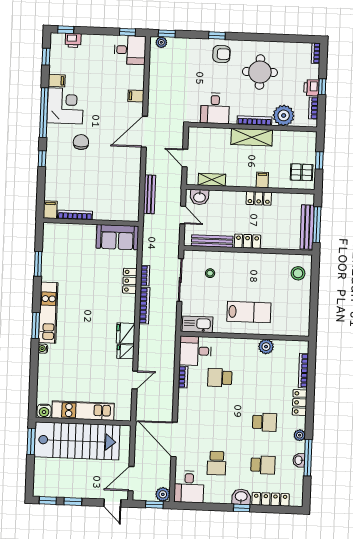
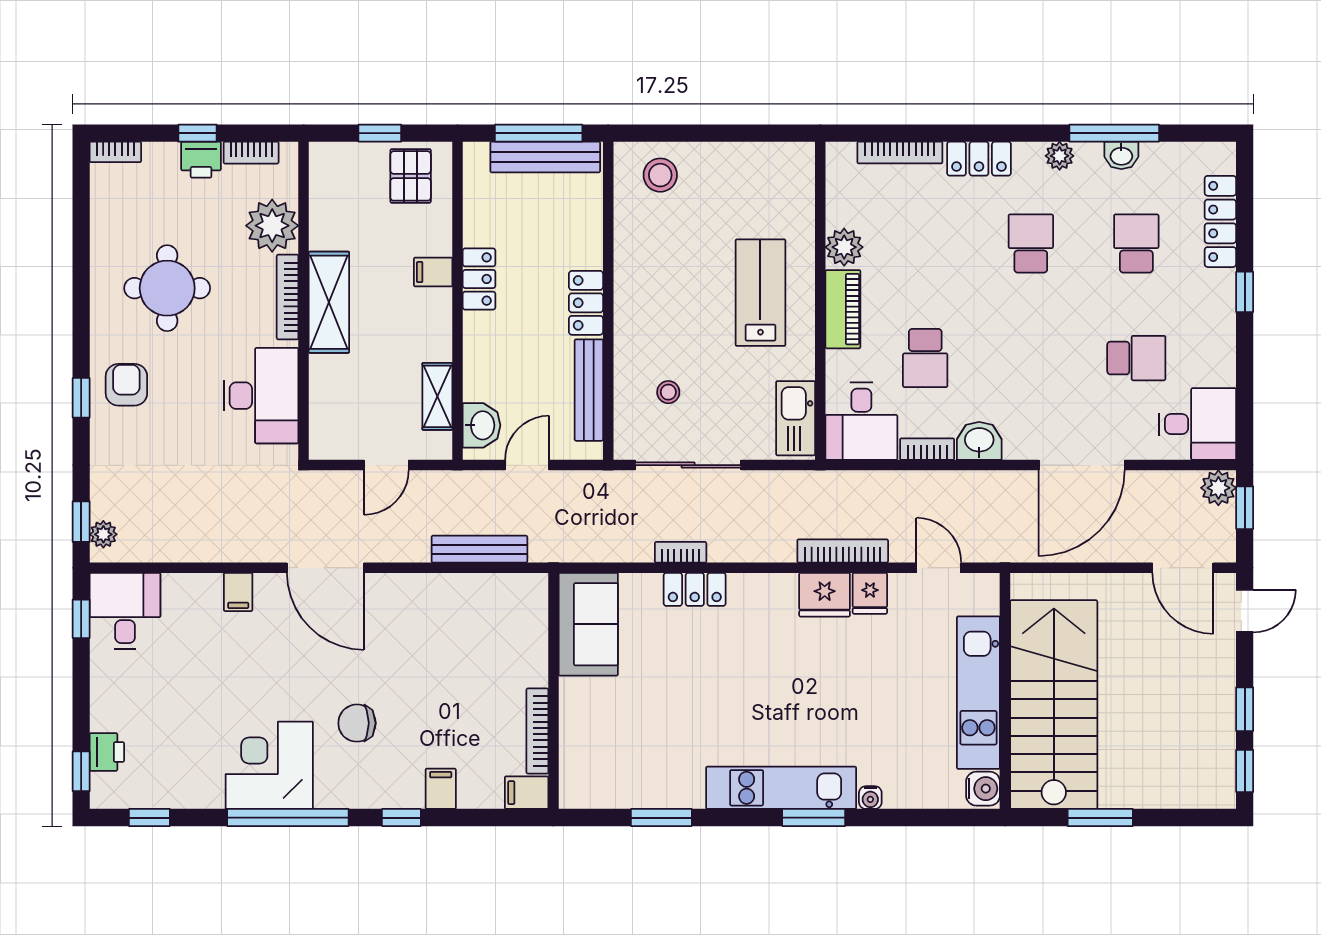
filing cabinet: (57, 81) -> (441, 789), moved
desk: (215, 108) -> (261, 396), width x1.37
bookcase: (144, 306) -> (843, 551), moved
piano: (241, 345) -> (843, 309), added
water cooler: (44, 411) -> (983, 789), moved
kitchen unit: (83, 411) -> (978, 693), moved
wall: (83, 421) -> (1005, 691), moved
stairs: (77, 441) -> (1054, 705), moved
washbasin: (241, 497) -> (979, 441), moved, turned 90

